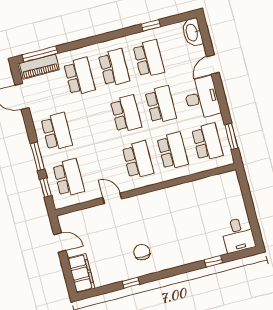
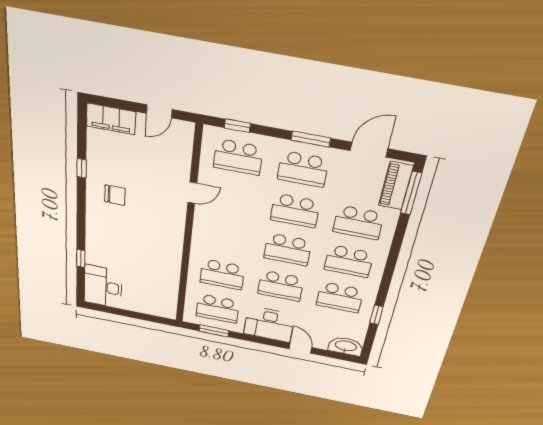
window: (38, 156) -> (311, 139), moved
school desk: (138, 160) -> (295, 211), moved
desk: (238, 235) -> (103, 287), width x1.37

